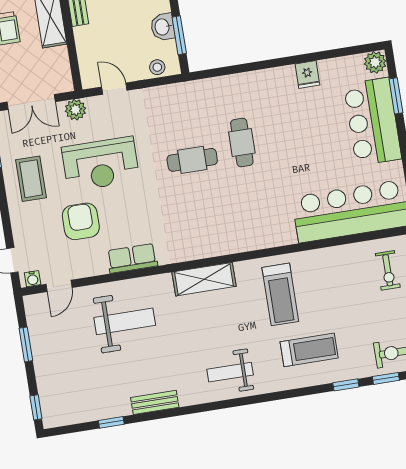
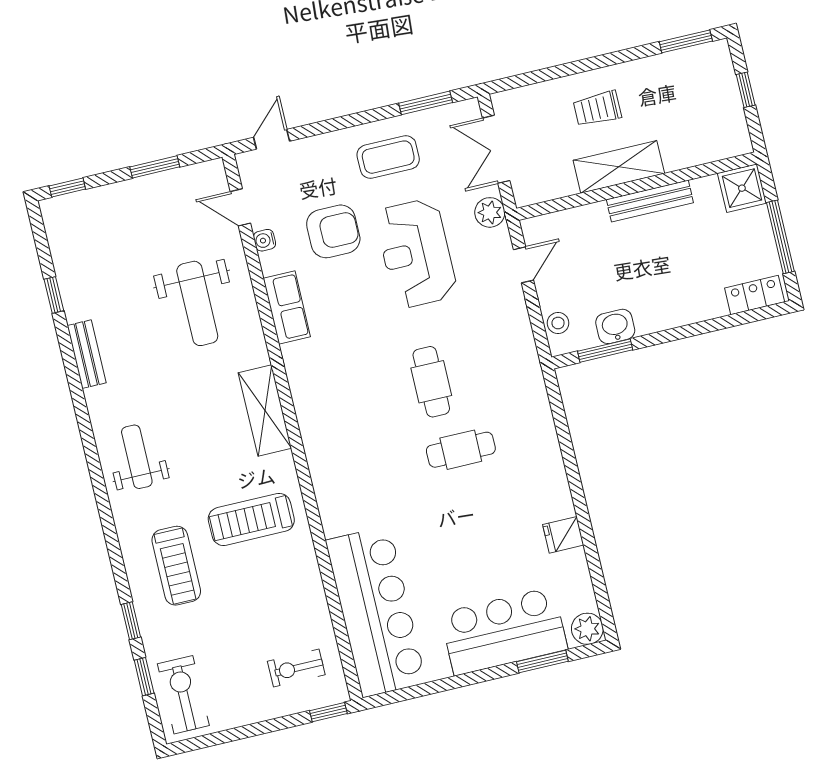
water cooler: (33, 279) -> (265, 240), moved

